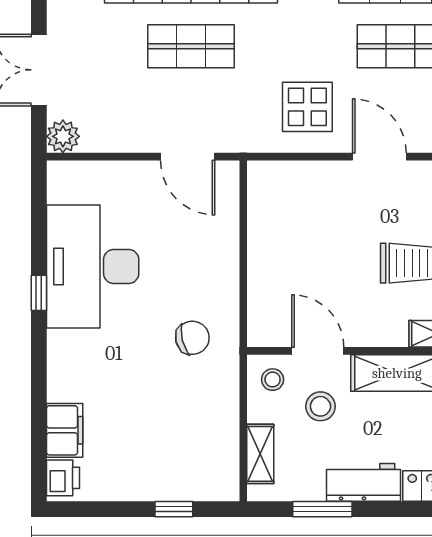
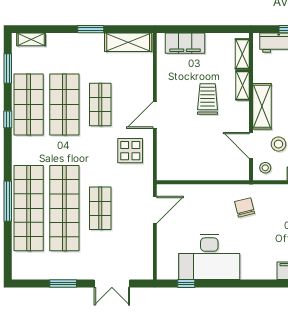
plant: (63, 136) -> (145, 272), removed
window: (39, 293) -> (186, 284), moved
door: (318, 351) -> (251, 145), hinge flipped

